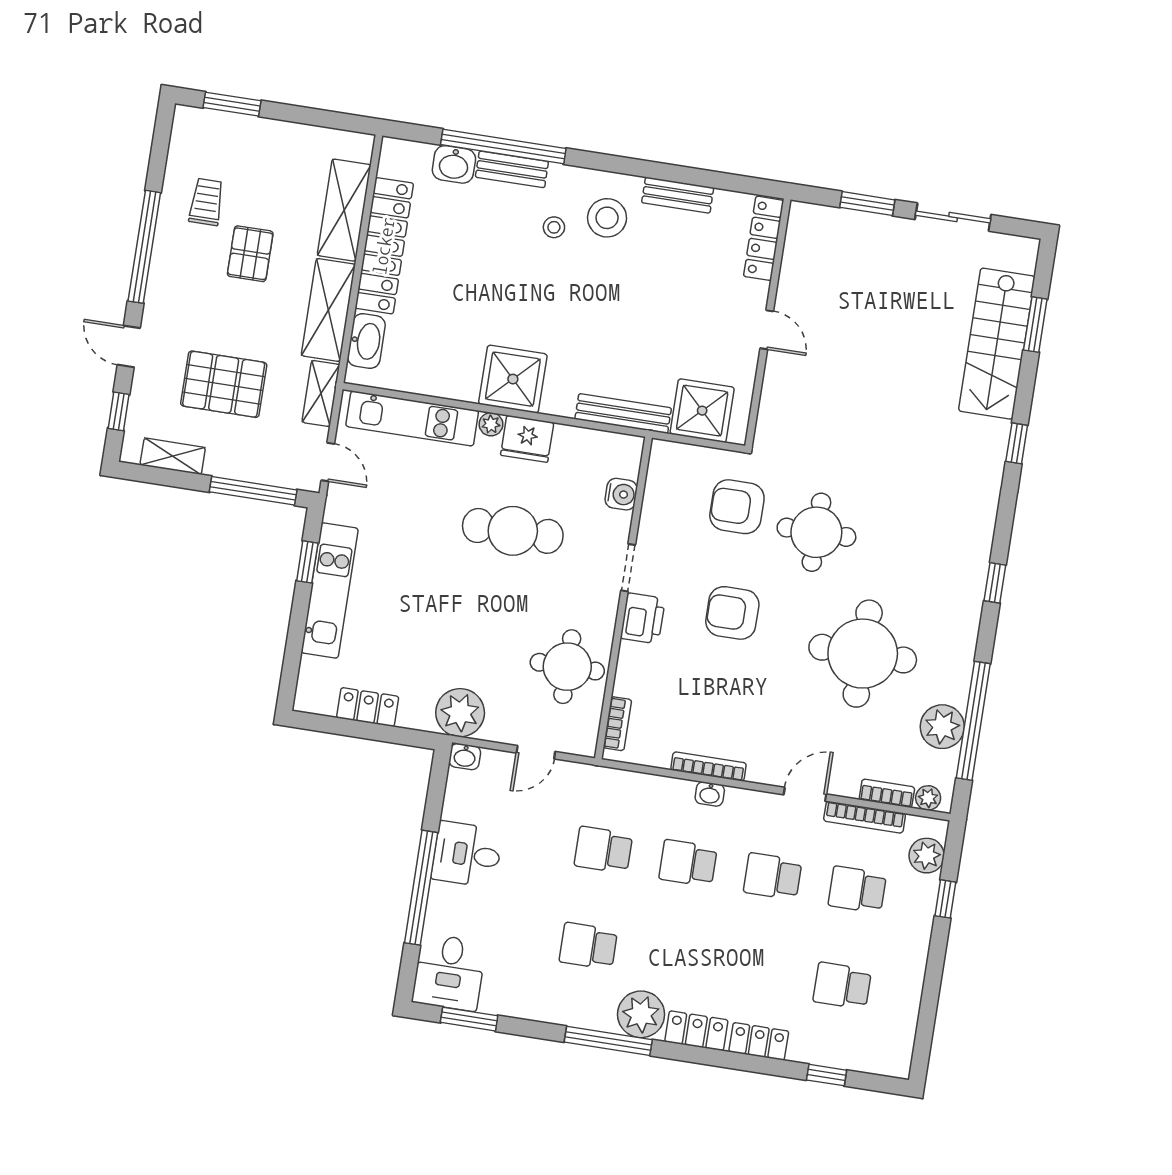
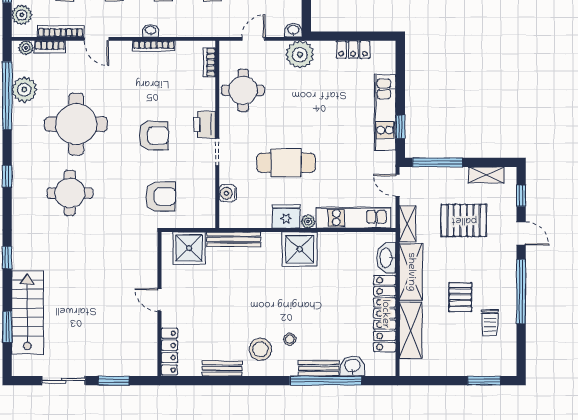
round table: (816, 532) -> (70, 193), moved
door: (805, 794) -> (96, 39), hinge flipped

